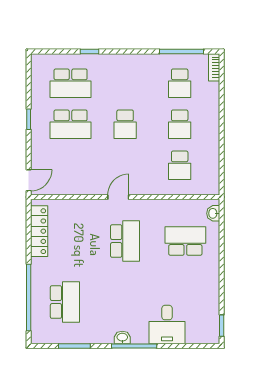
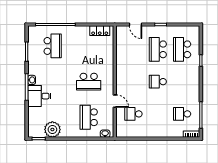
school desk: (180, 124) -> (158, 114), removed
door: (29, 180) -> (136, 25), moved
door: (118, 197) -> (115, 101), moved
locker: (39, 231) -> (100, 31), width x0.66
school desk: (185, 241) -> (89, 117), turned 180
school desk: (65, 302) -> (53, 46), turned -90
plant: (206, 302) -> (52, 129), added
desk: (167, 325) -> (39, 96), moved

